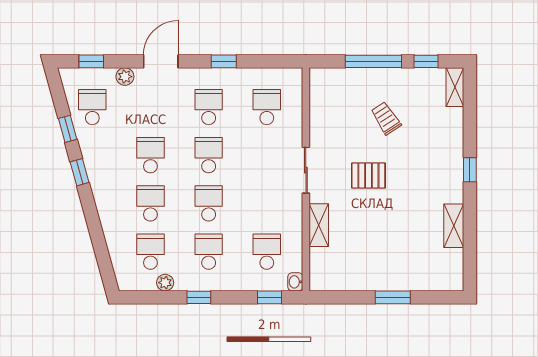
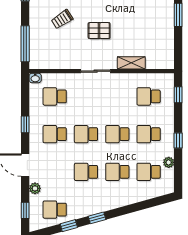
window: (373, 61) -> (25, 44), moved
pallet: (368, 175) -> (99, 31), turned 90
washbasin: (295, 282) -> (35, 78), moved

